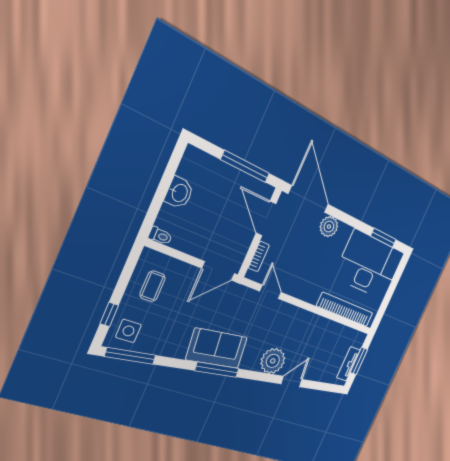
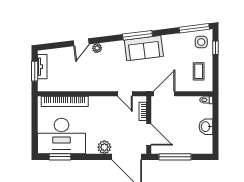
plant: (273, 361) -> (97, 48), width x0.53, depth x0.53

